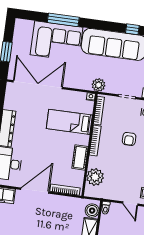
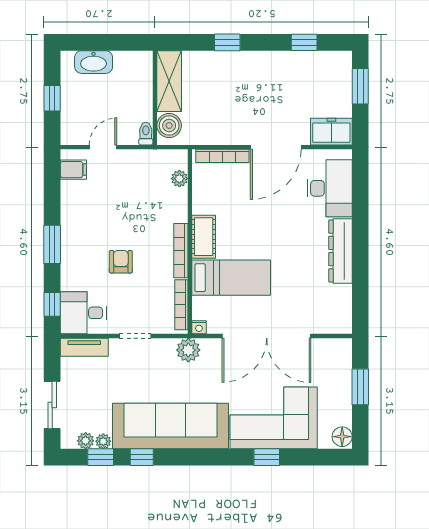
window: (63, 20) -> (267, 457), width x0.46
floor lamp: (20, 26) -> (342, 437), added
double door: (38, 85) -> (267, 336), moved
cot: (80, 157) -> (204, 237), moved
plant: (95, 177) -> (179, 179), width x0.53, depth x0.53
door: (130, 204) -> (103, 147), hinge flipped

